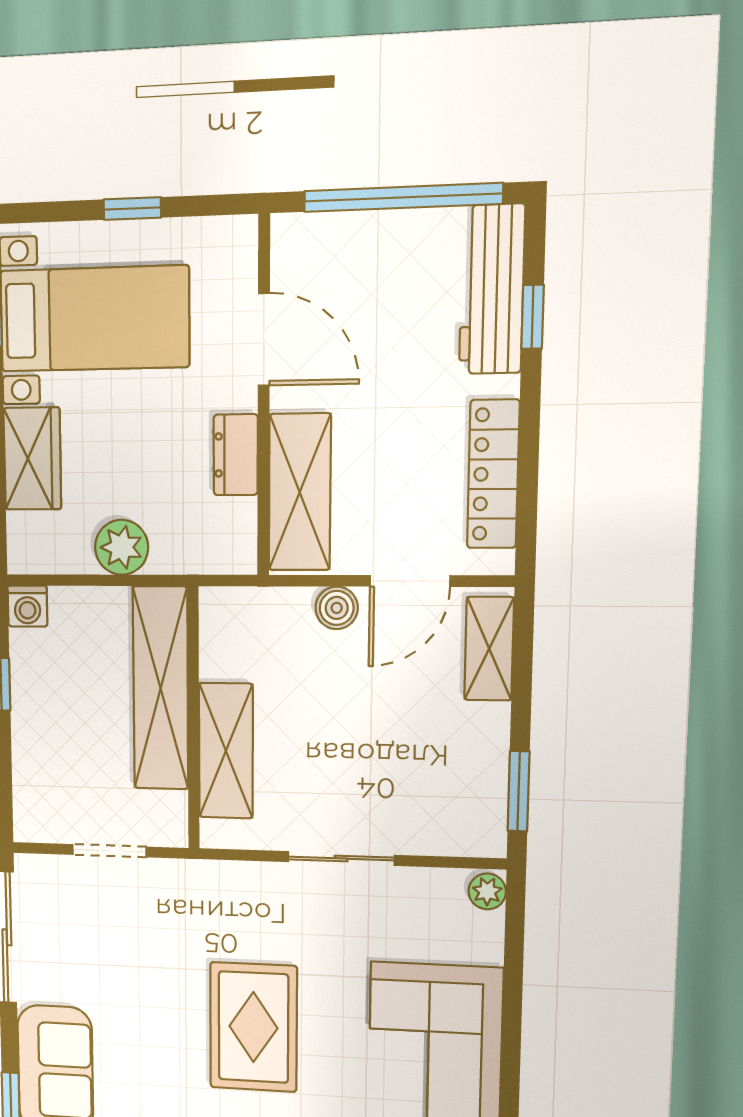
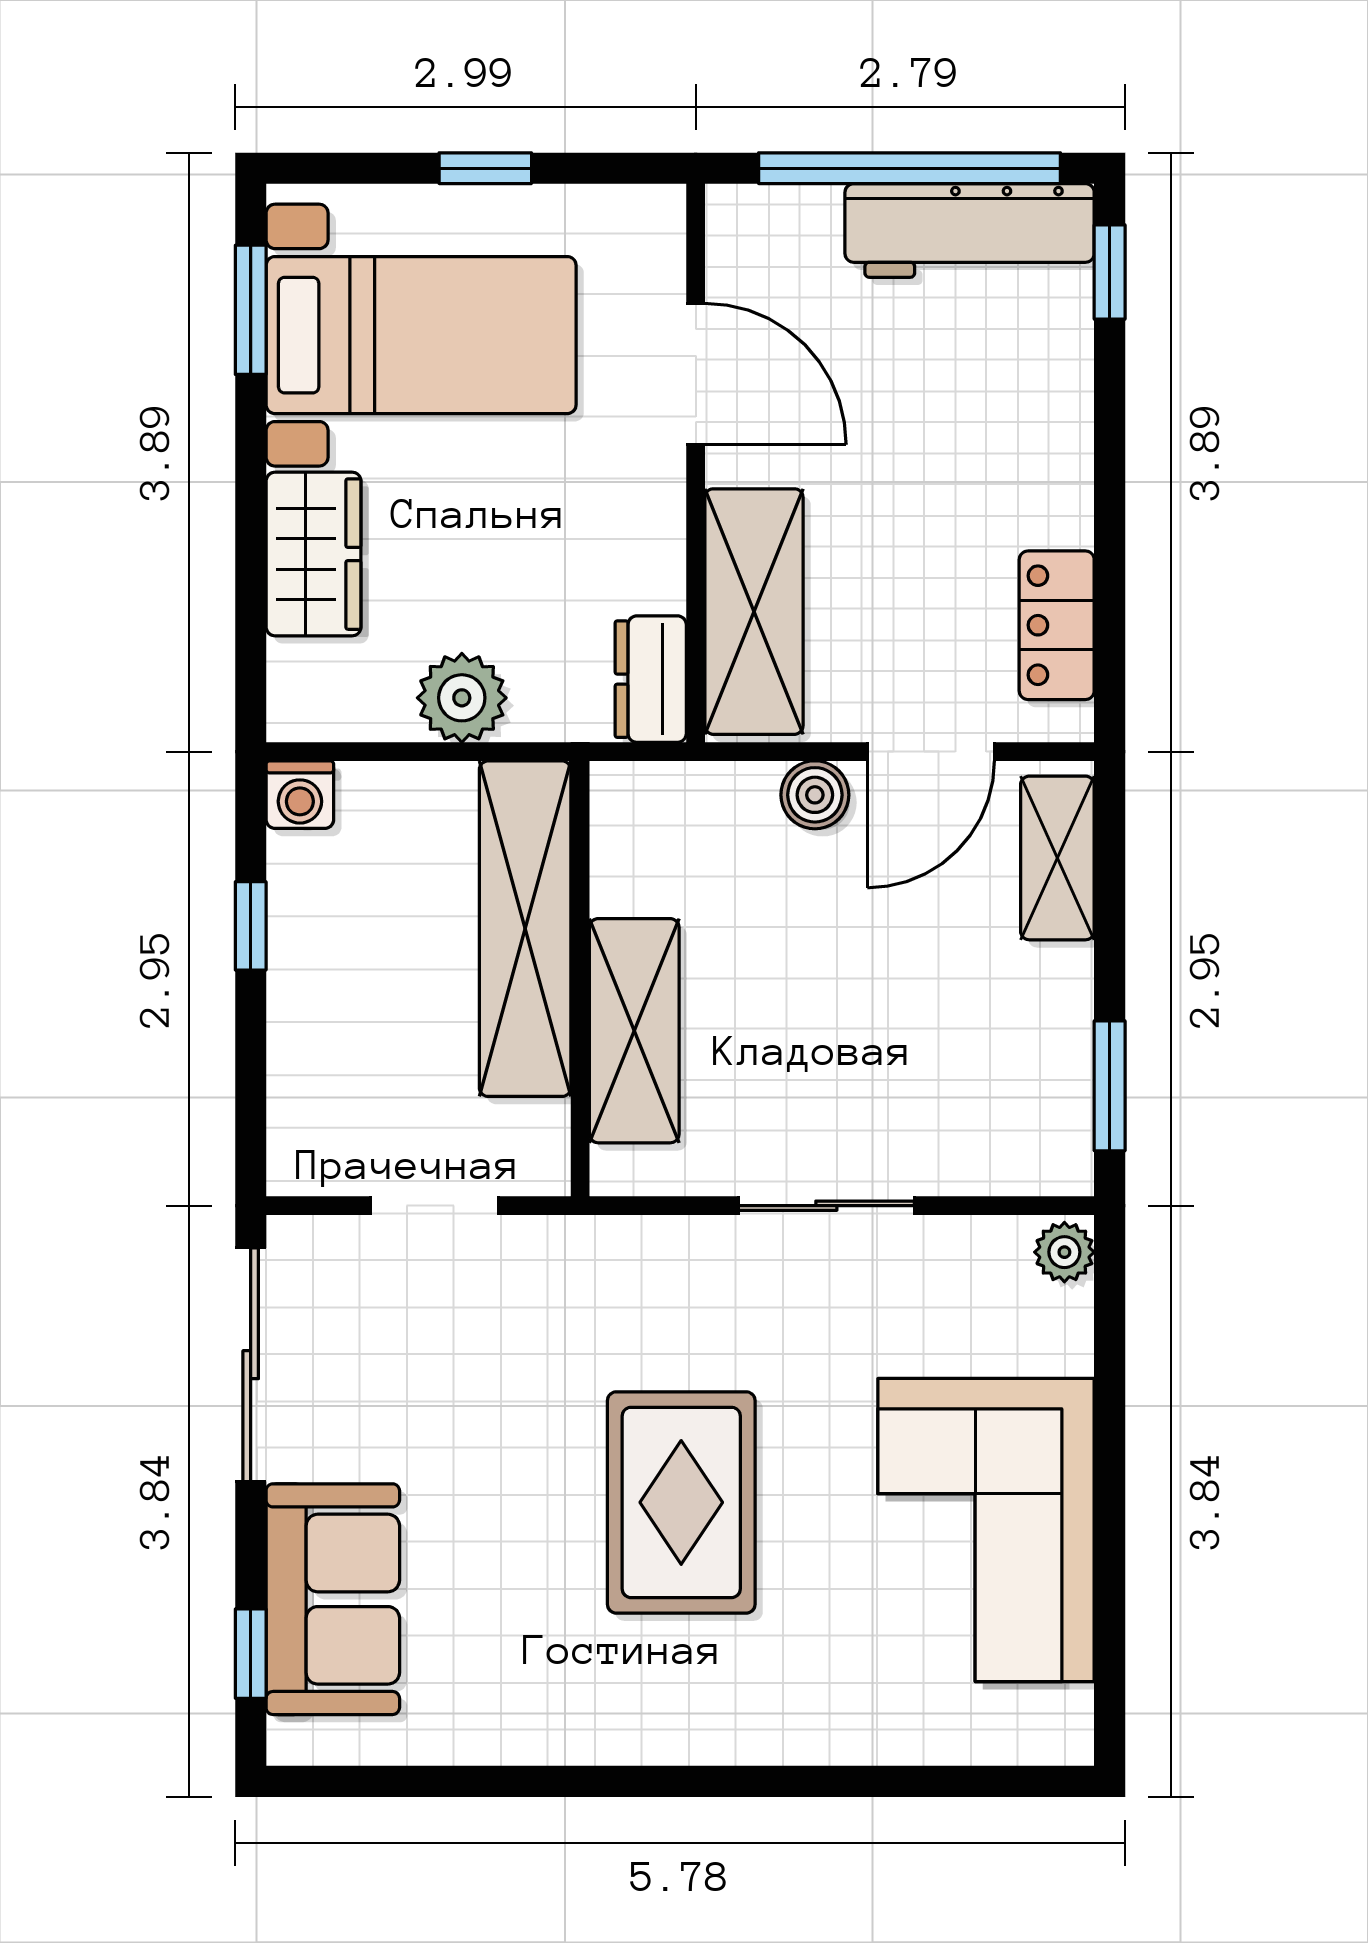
workbench: (492, 289) -> (970, 230), moved, turned -90
window: (533, 317) -> (1110, 272), moved
dresser: (236, 455) -> (651, 679), moved
locker: (493, 474) -> (1057, 625), width x0.66

